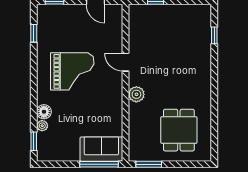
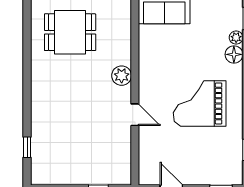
dining table: (179, 130) -> (70, 32), turned 90

